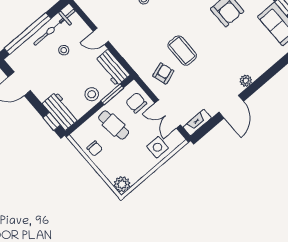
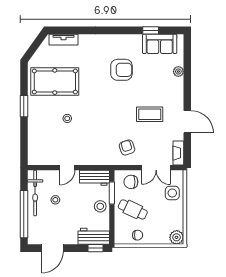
coffee table: (182, 51) -> (150, 114), moved
plant: (246, 81) -> (178, 72), moved
cafe table: (114, 125) -> (133, 209), turned 32

